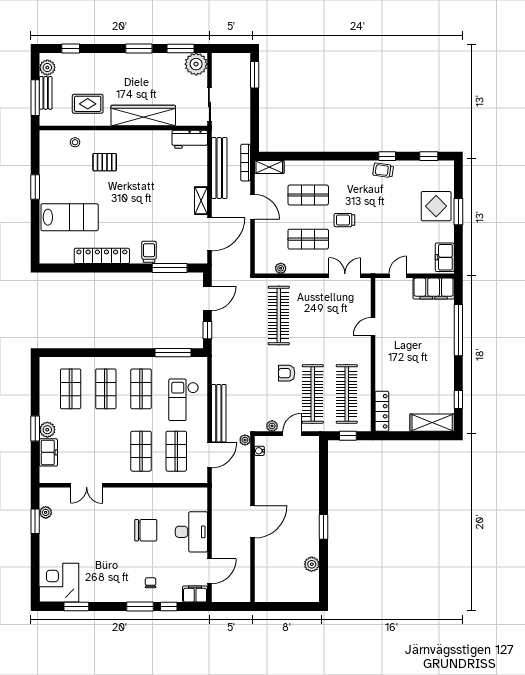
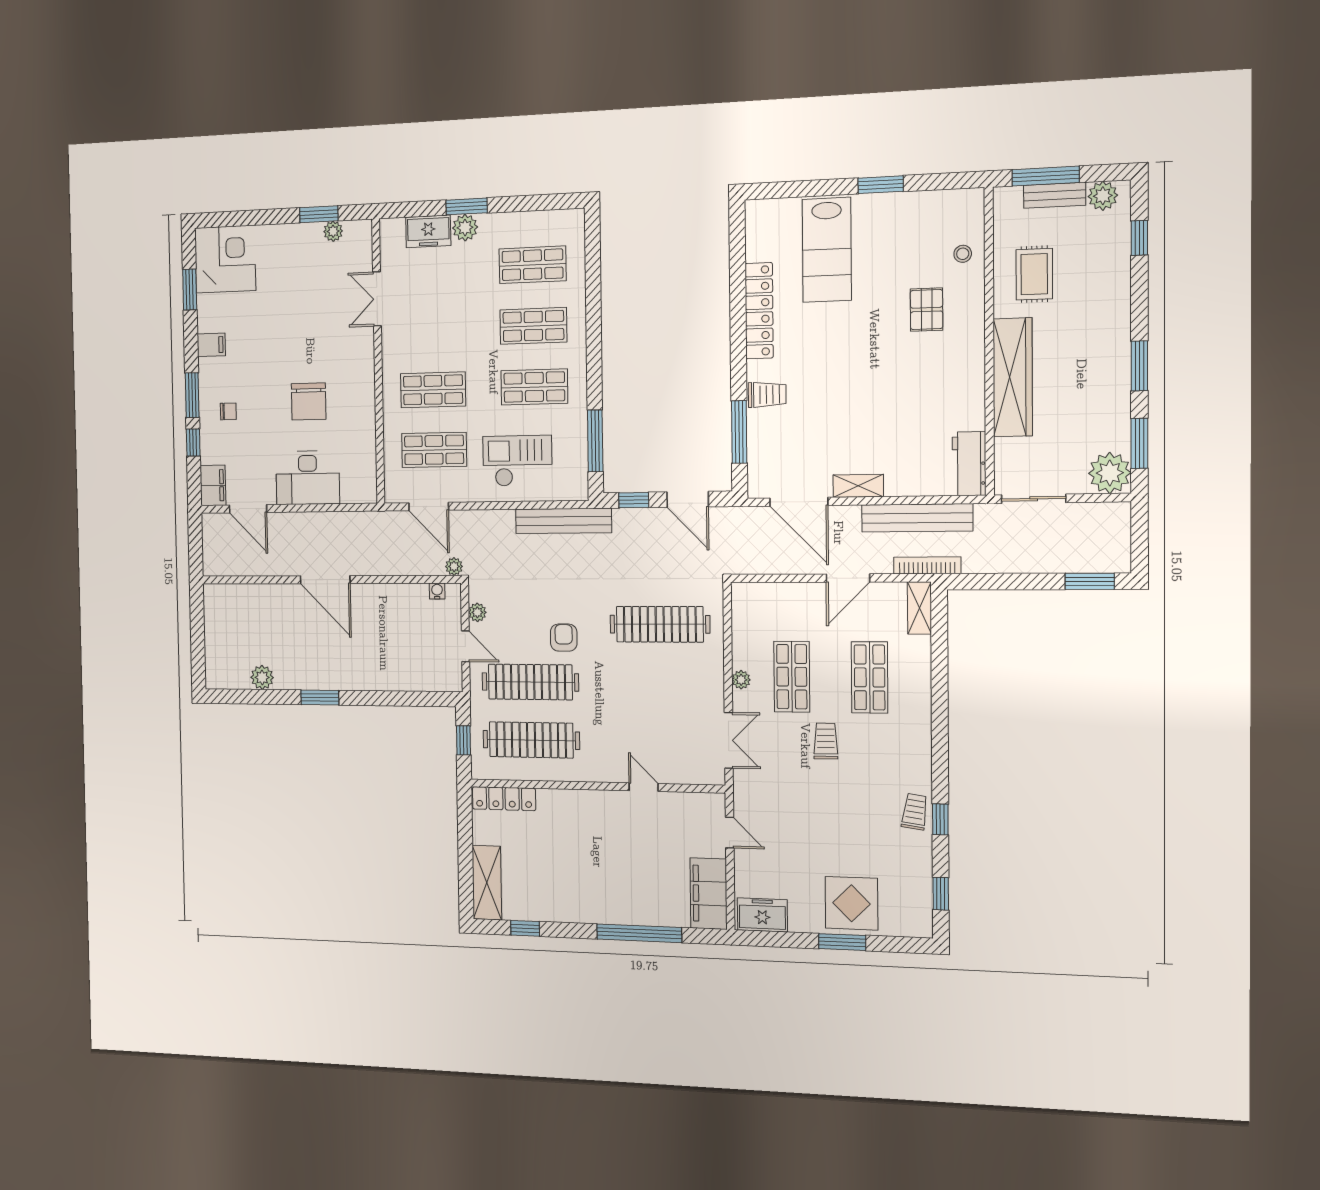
plant: (281, 268) -> (741, 680), moved
bench: (219, 413) -> (563, 521), moved
filing cabinet: (110, 593) -> (211, 345), added

